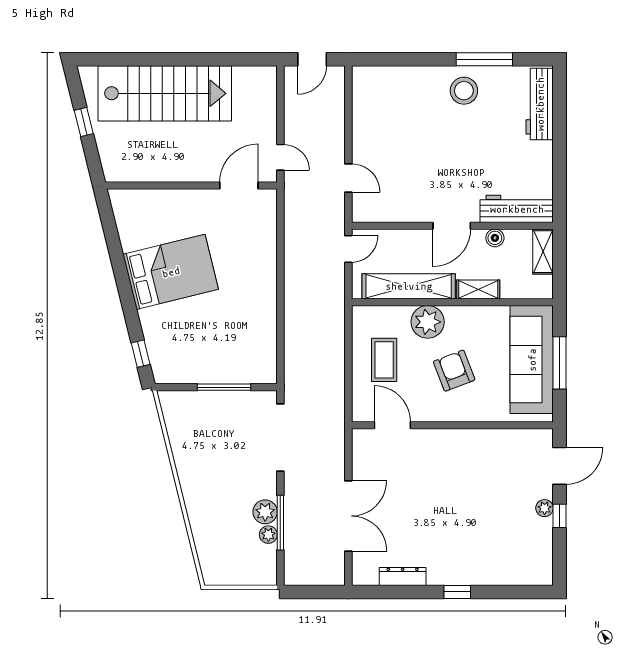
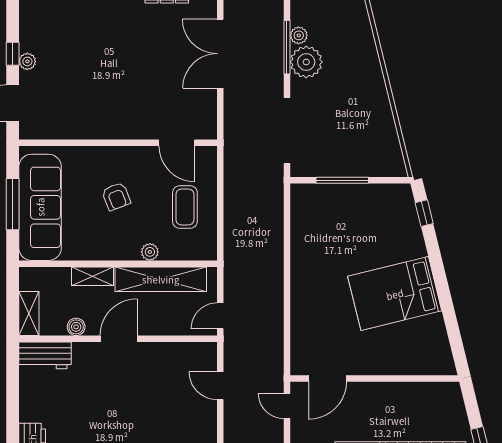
workbench: (517, 209) -> (45, 355), width x0.73
plant: (428, 322) -> (150, 252), width x0.53, depth x0.53
armchair: (454, 371) -> (116, 196), width x0.72, depth x0.72
plant: (265, 512) -> (306, 62), width x1.36, depth x1.36

